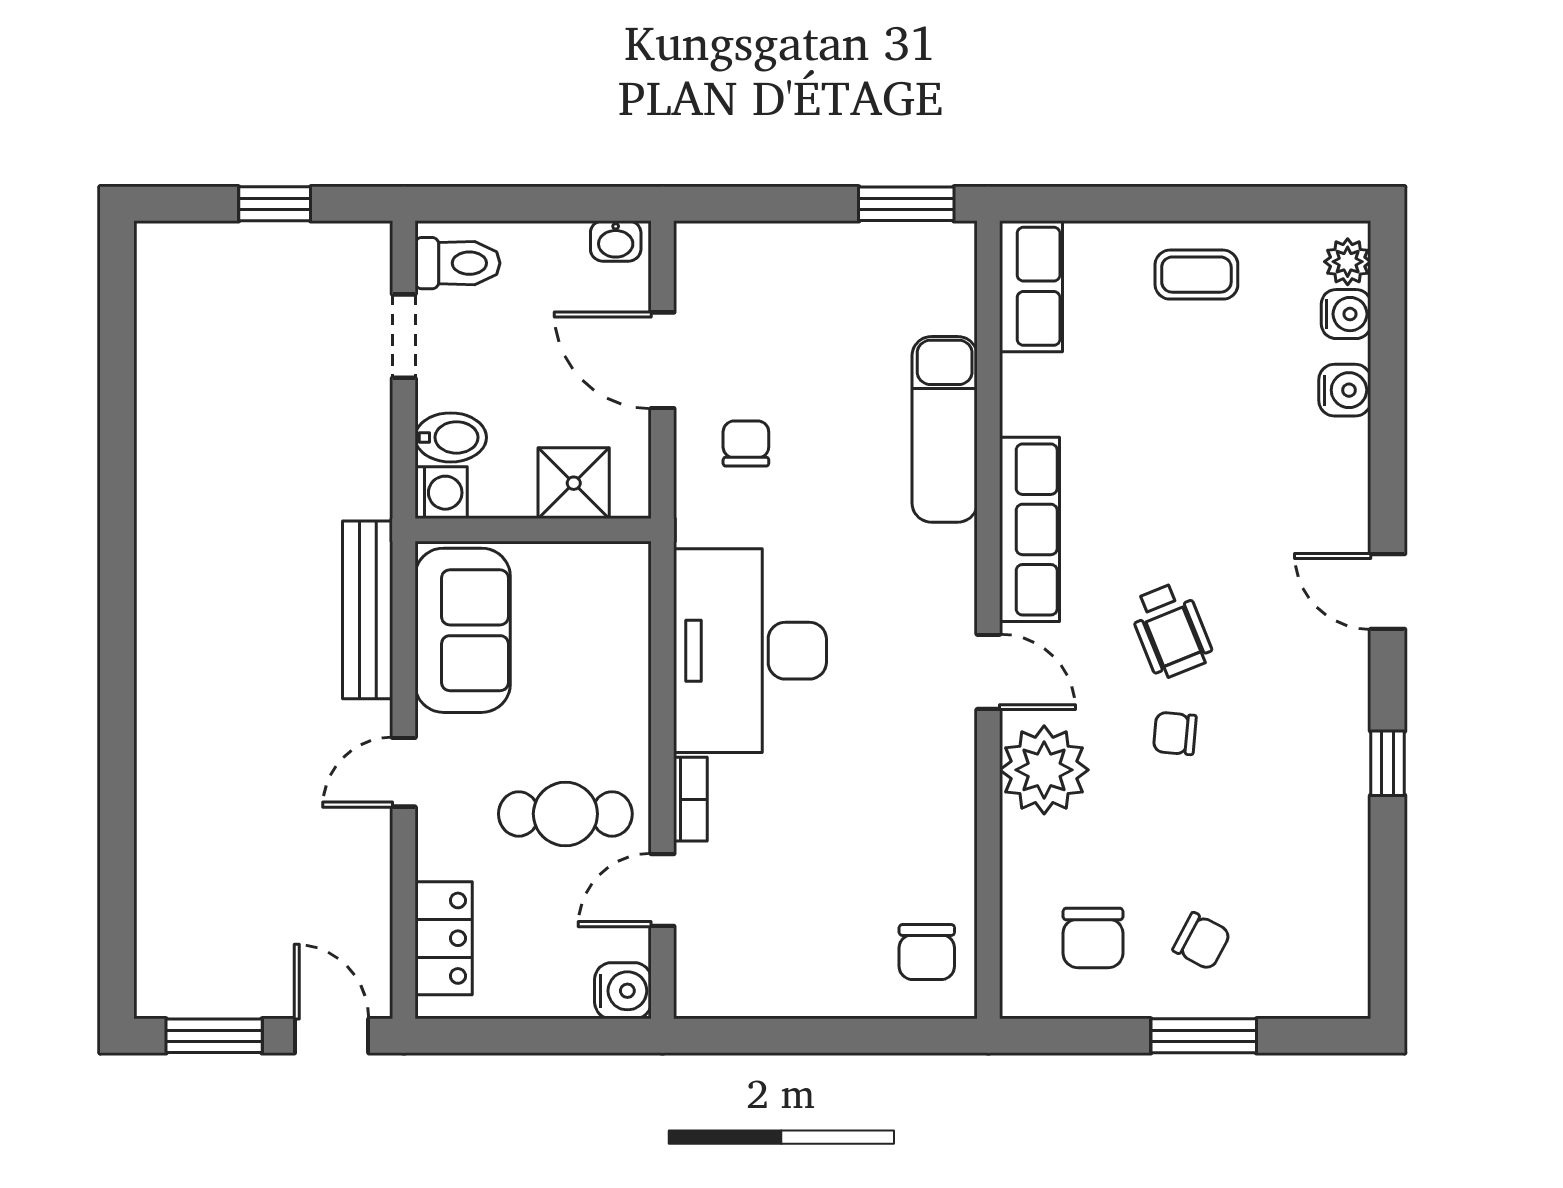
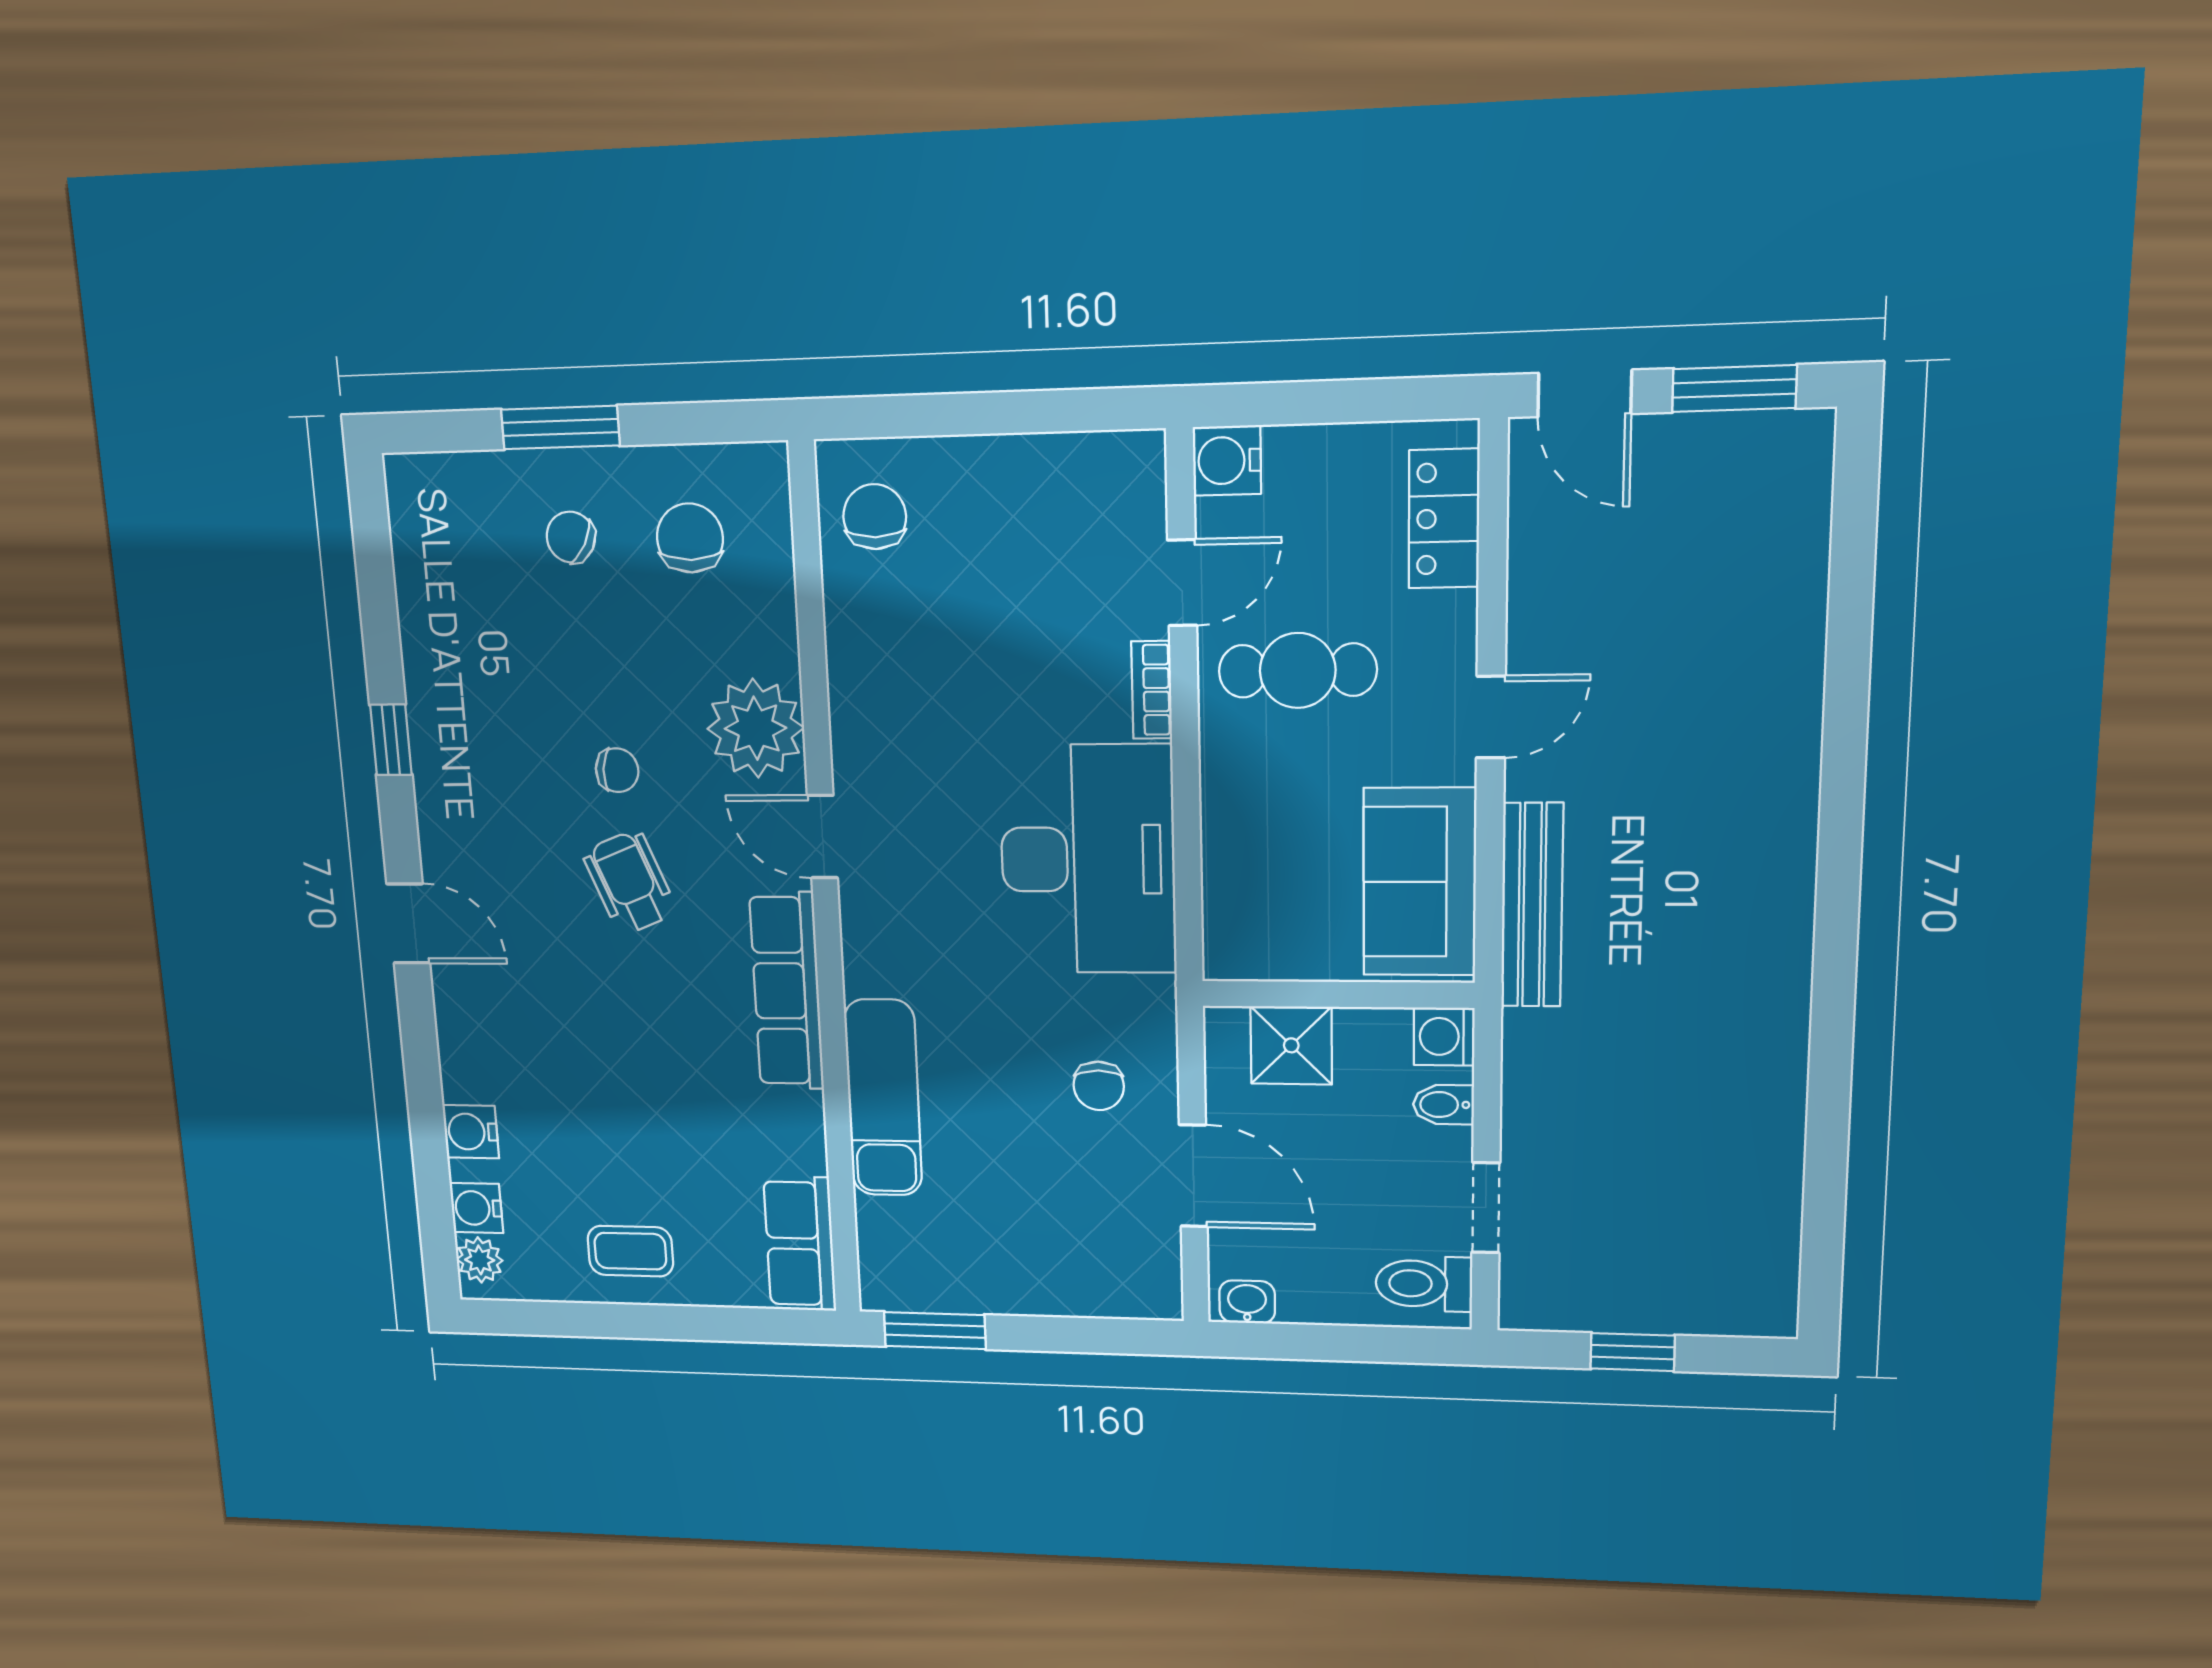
bidet: (451, 437) -> (1443, 1105), width x0.72, depth x0.74

